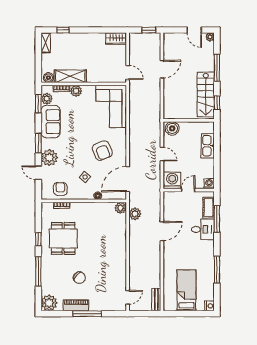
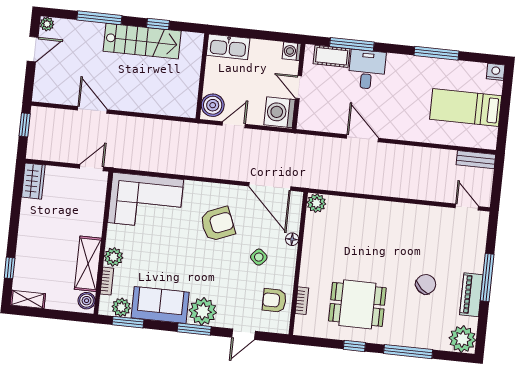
wall: (189, 120) -> (202, 76), moved
boiler: (172, 128) -> (213, 105), moved
plant: (49, 158) -> (203, 311), moved
plant: (135, 214) -> (329, 180), removed

